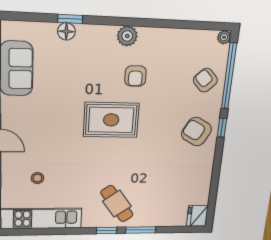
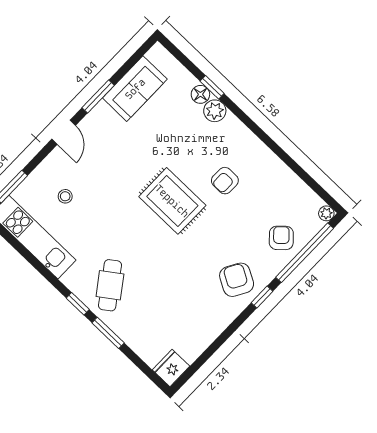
plant: (127, 36) -> (215, 111), moved

